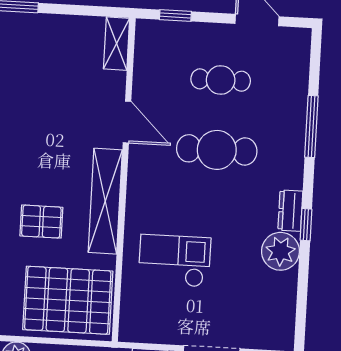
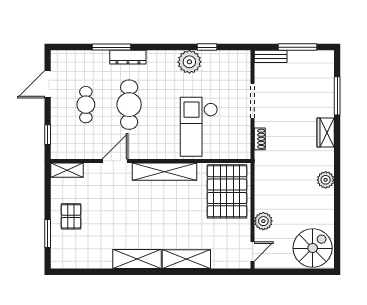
dresser: (290, 211) -> (128, 57), moved, width x1.44
pallet: (41, 222) -> (71, 216), moved
window: (306, 225) -> (207, 47), moved
checkout: (175, 261) -> (199, 127), width x1.36, depth x1.21

